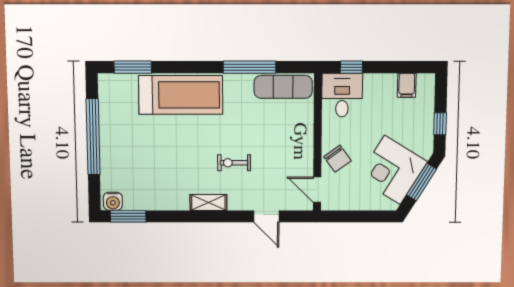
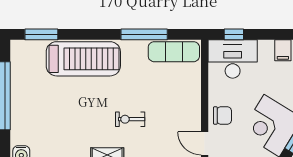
desk: (342, 95) -> (233, 59), width x1.37
chair: (337, 159) -> (222, 116), turned -54

